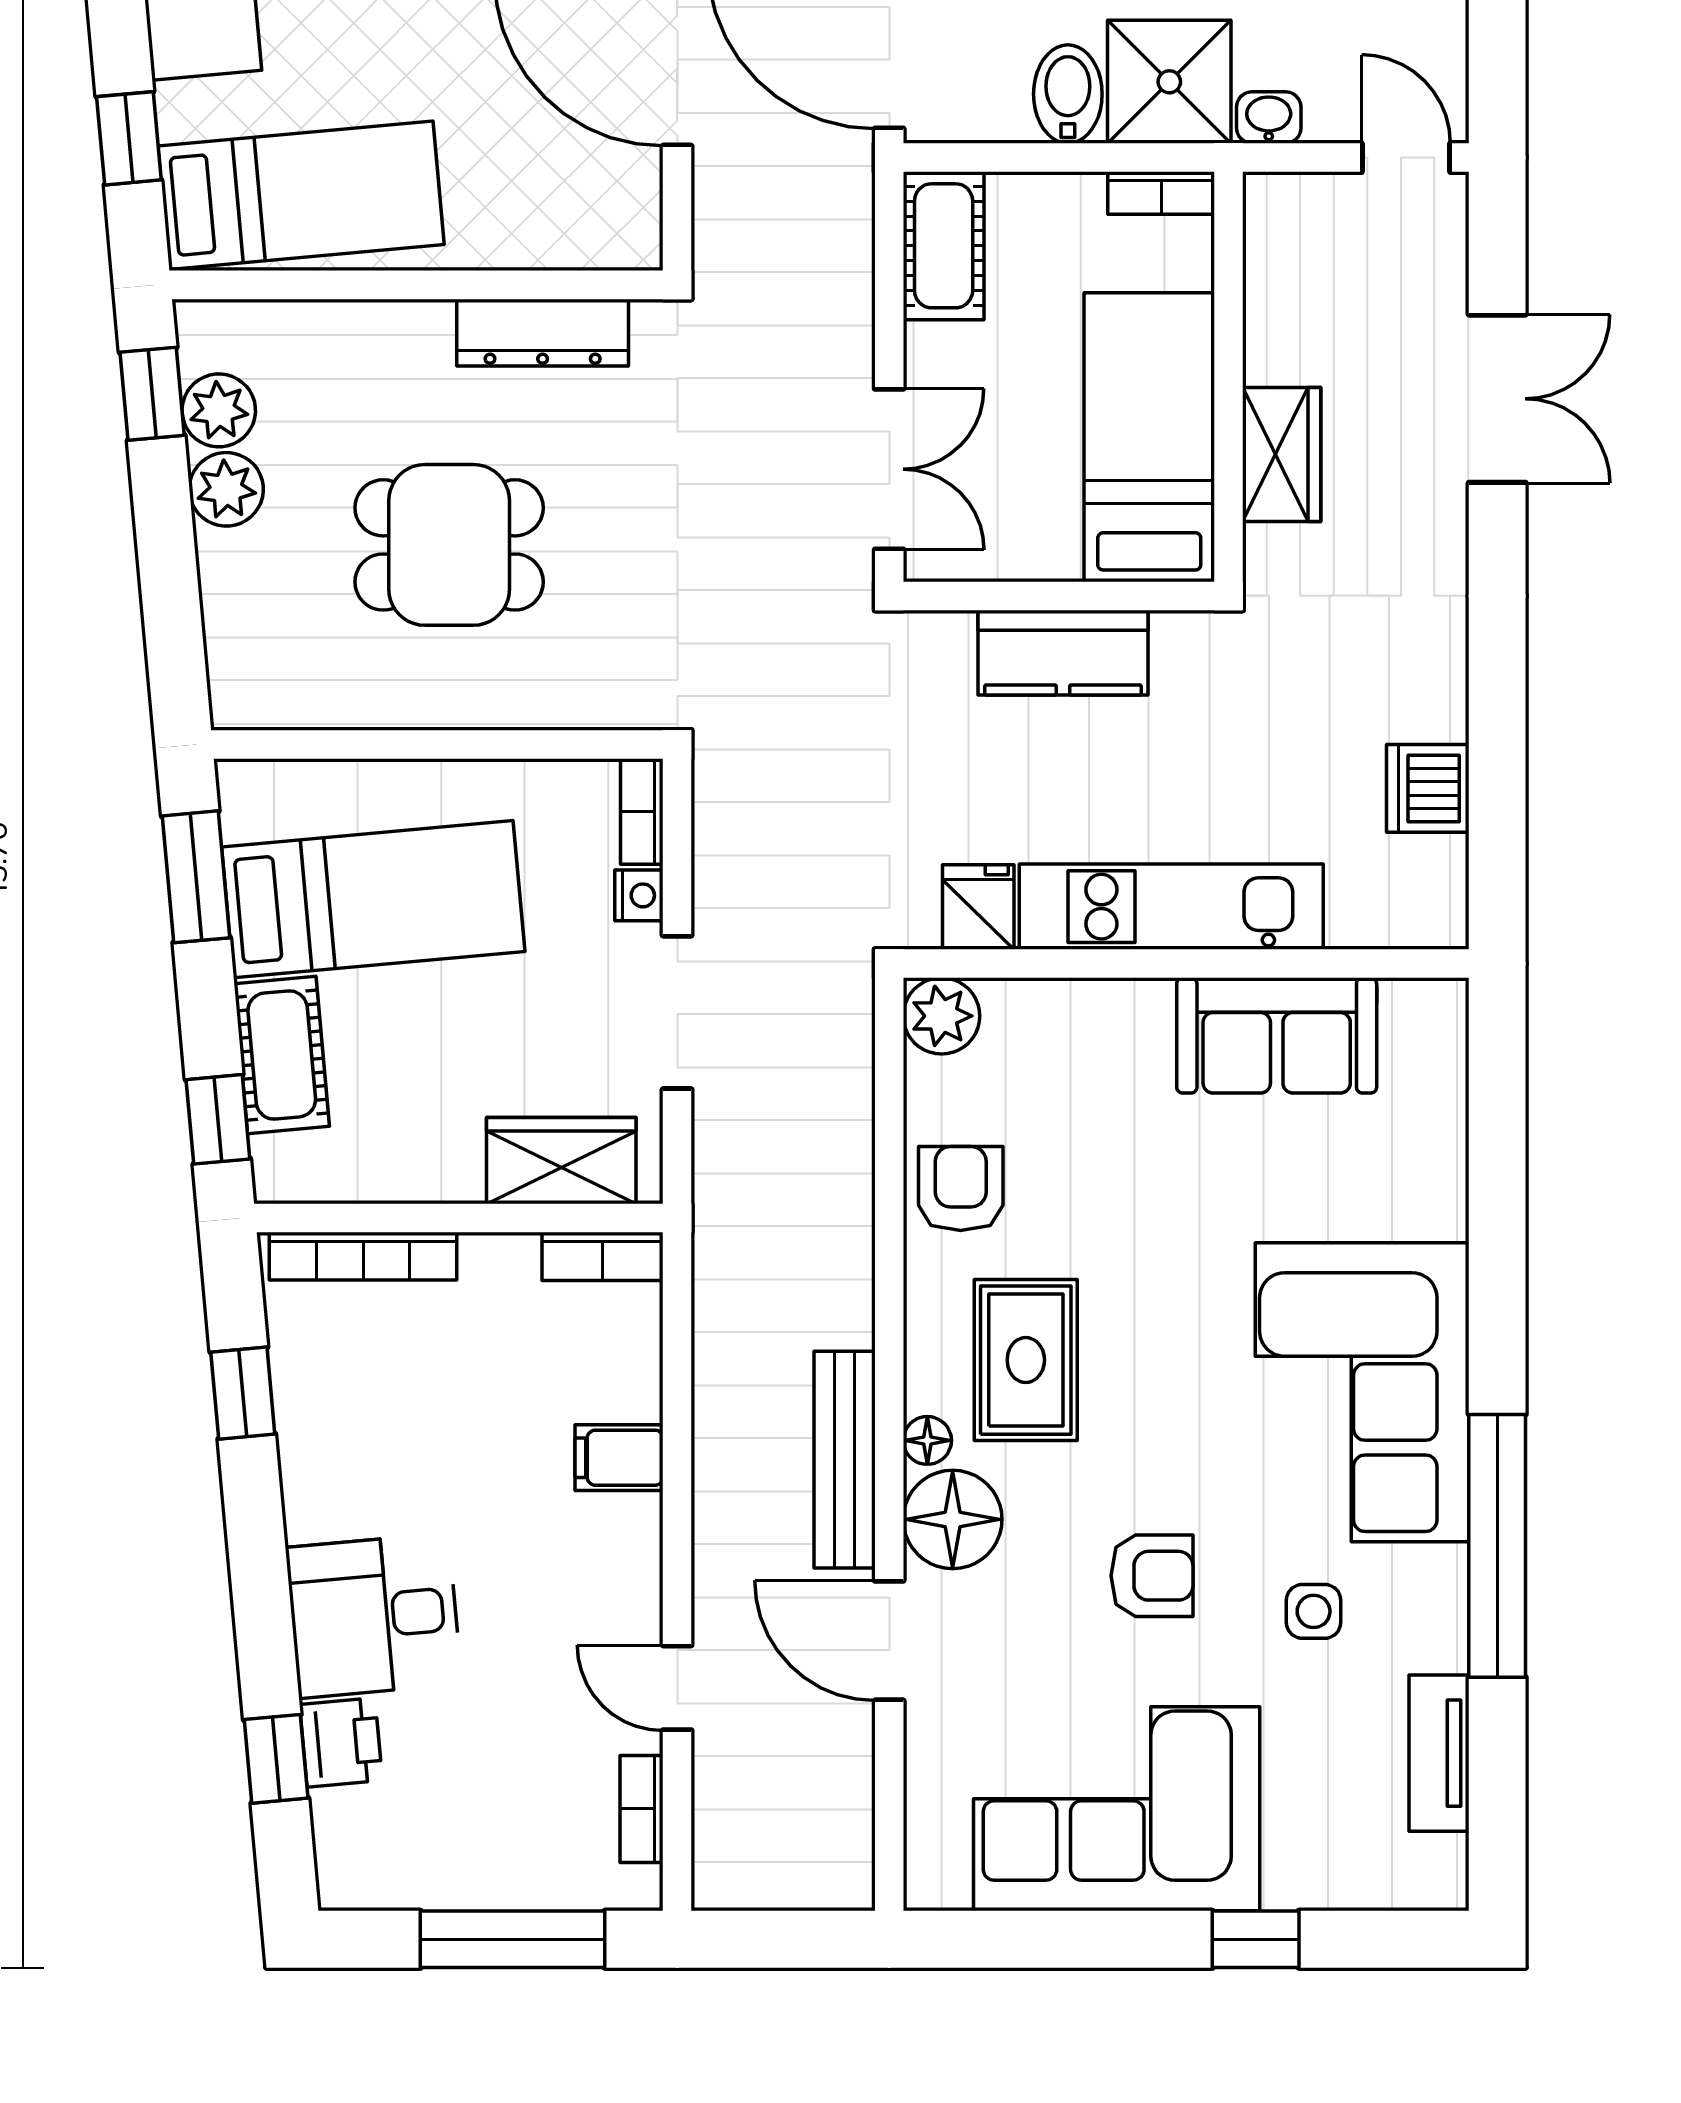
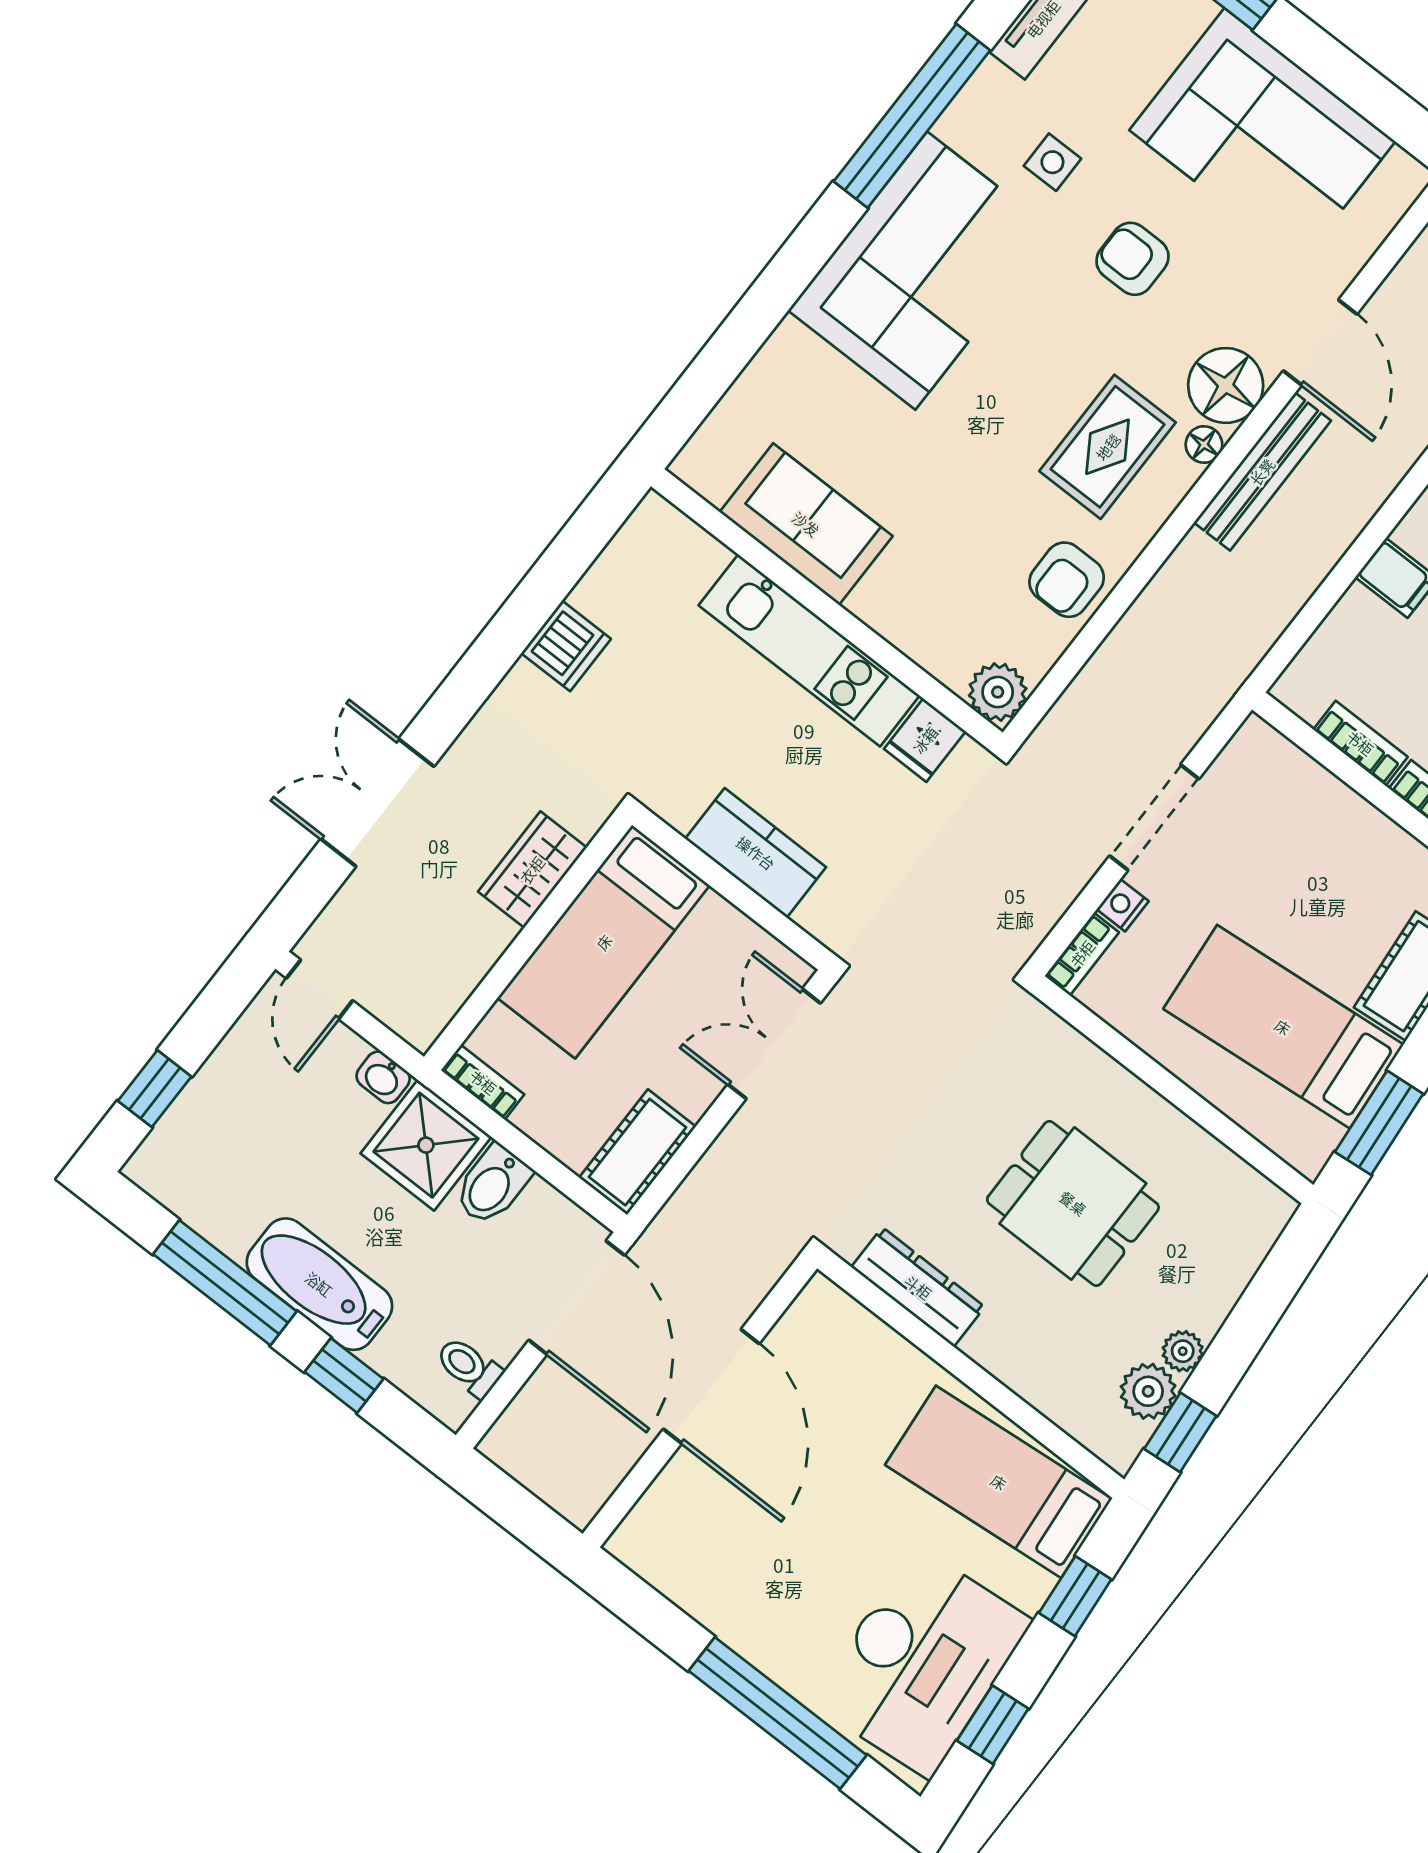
plant: (226, 489) -> (1183, 1351), width x0.73, depth x0.73
dishwasher: (1428, 788) -> (566, 646), moved
wardrobe: (561, 1161) -> (1293, 783), removed
bookcase: (603, 1256) -> (1360, 743), moved

